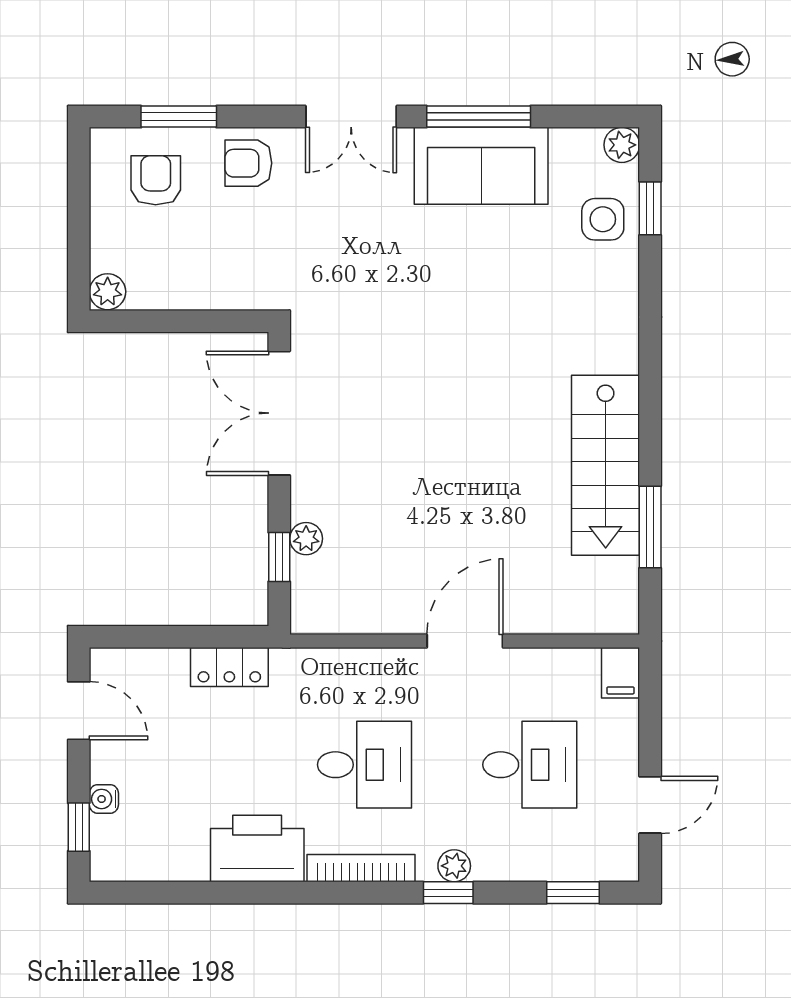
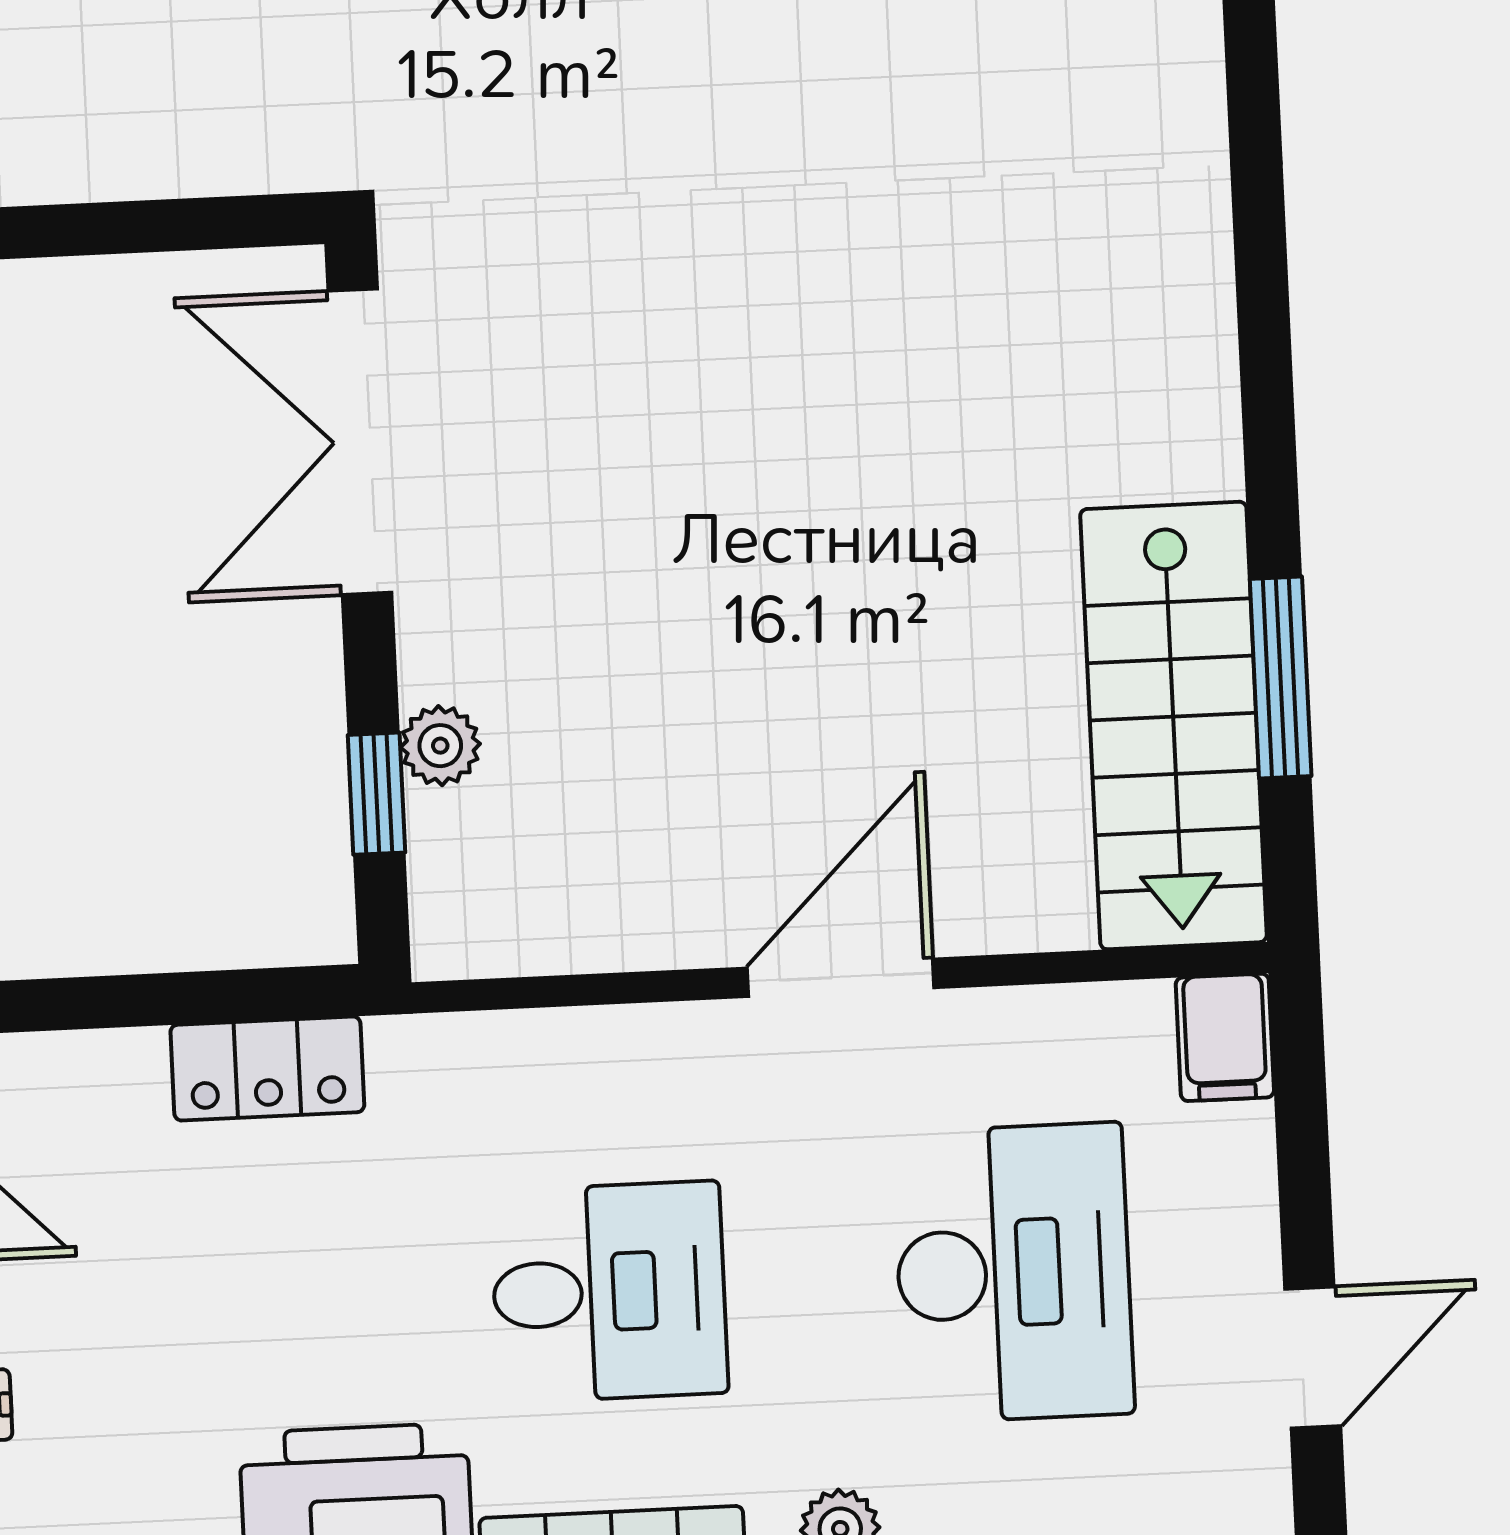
stairs: (606, 465) -> (1173, 726), moved
desk: (530, 765) -> (1013, 1273), width x1.37

